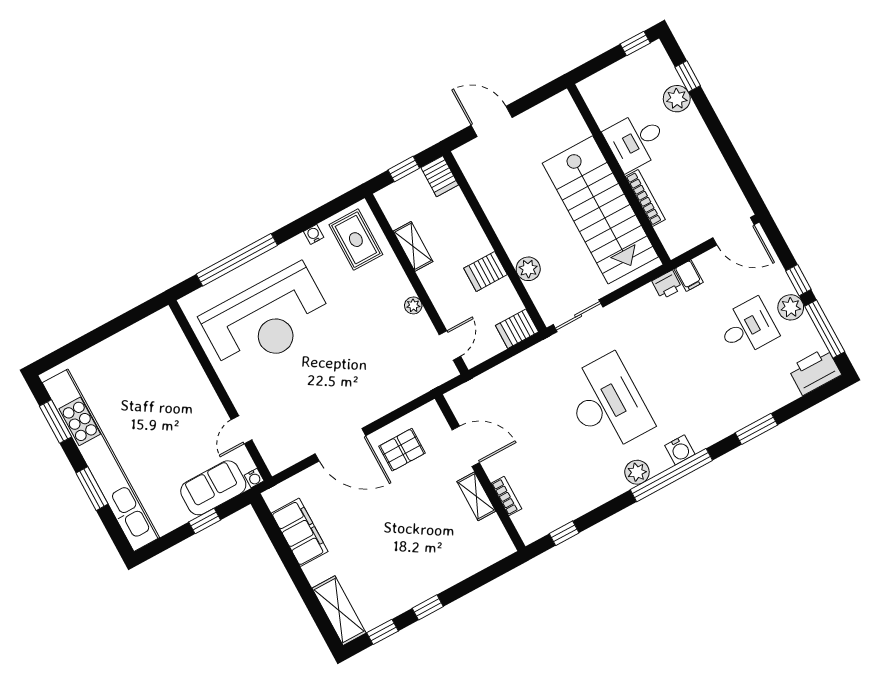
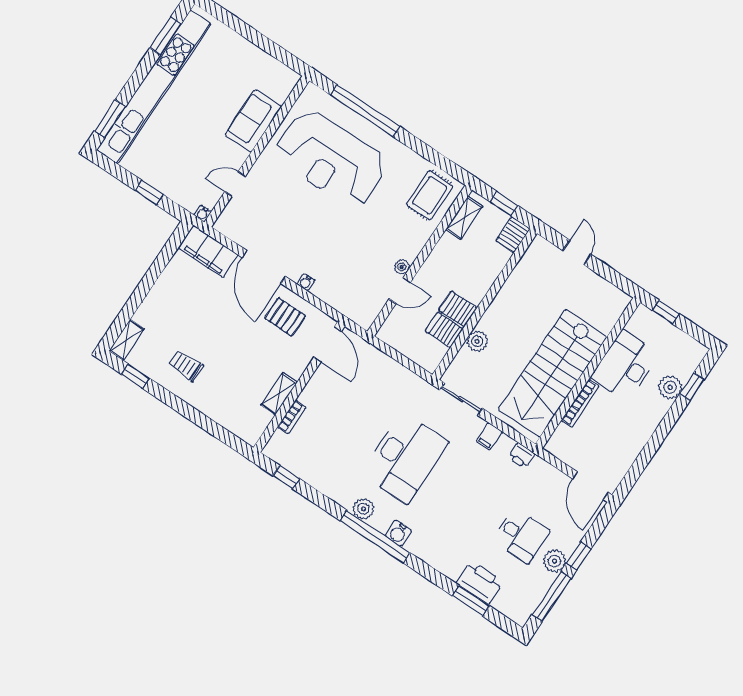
window: (635, 43) -> (666, 312), moved
door: (492, 121) -> (577, 253), width x0.73
desk: (636, 141) -> (625, 366), width x1.37
water cooler: (314, 234) -> (306, 282), moved, turned 180
shelving: (413, 246) -> (464, 218), moved
filing cabinet: (689, 276) -> (489, 436), moved
server rack: (517, 329) -> (444, 330), moved
door: (450, 345) -> (400, 291), moved
printer: (815, 371) -> (480, 582), moved
window: (756, 429) -> (471, 601), moved
door: (466, 446) -> (328, 344), moved
sofa: (213, 488) -> (253, 121), moved, turned -90
window: (92, 489) -> (110, 119), moved
filing cabinet: (300, 532) -> (208, 252), moved, turned 90
trolley: (399, 575) -> (186, 366), added
window: (428, 607) -> (173, 401), removed
shelving: (339, 611) -> (127, 340), width x0.67, depth x0.75

